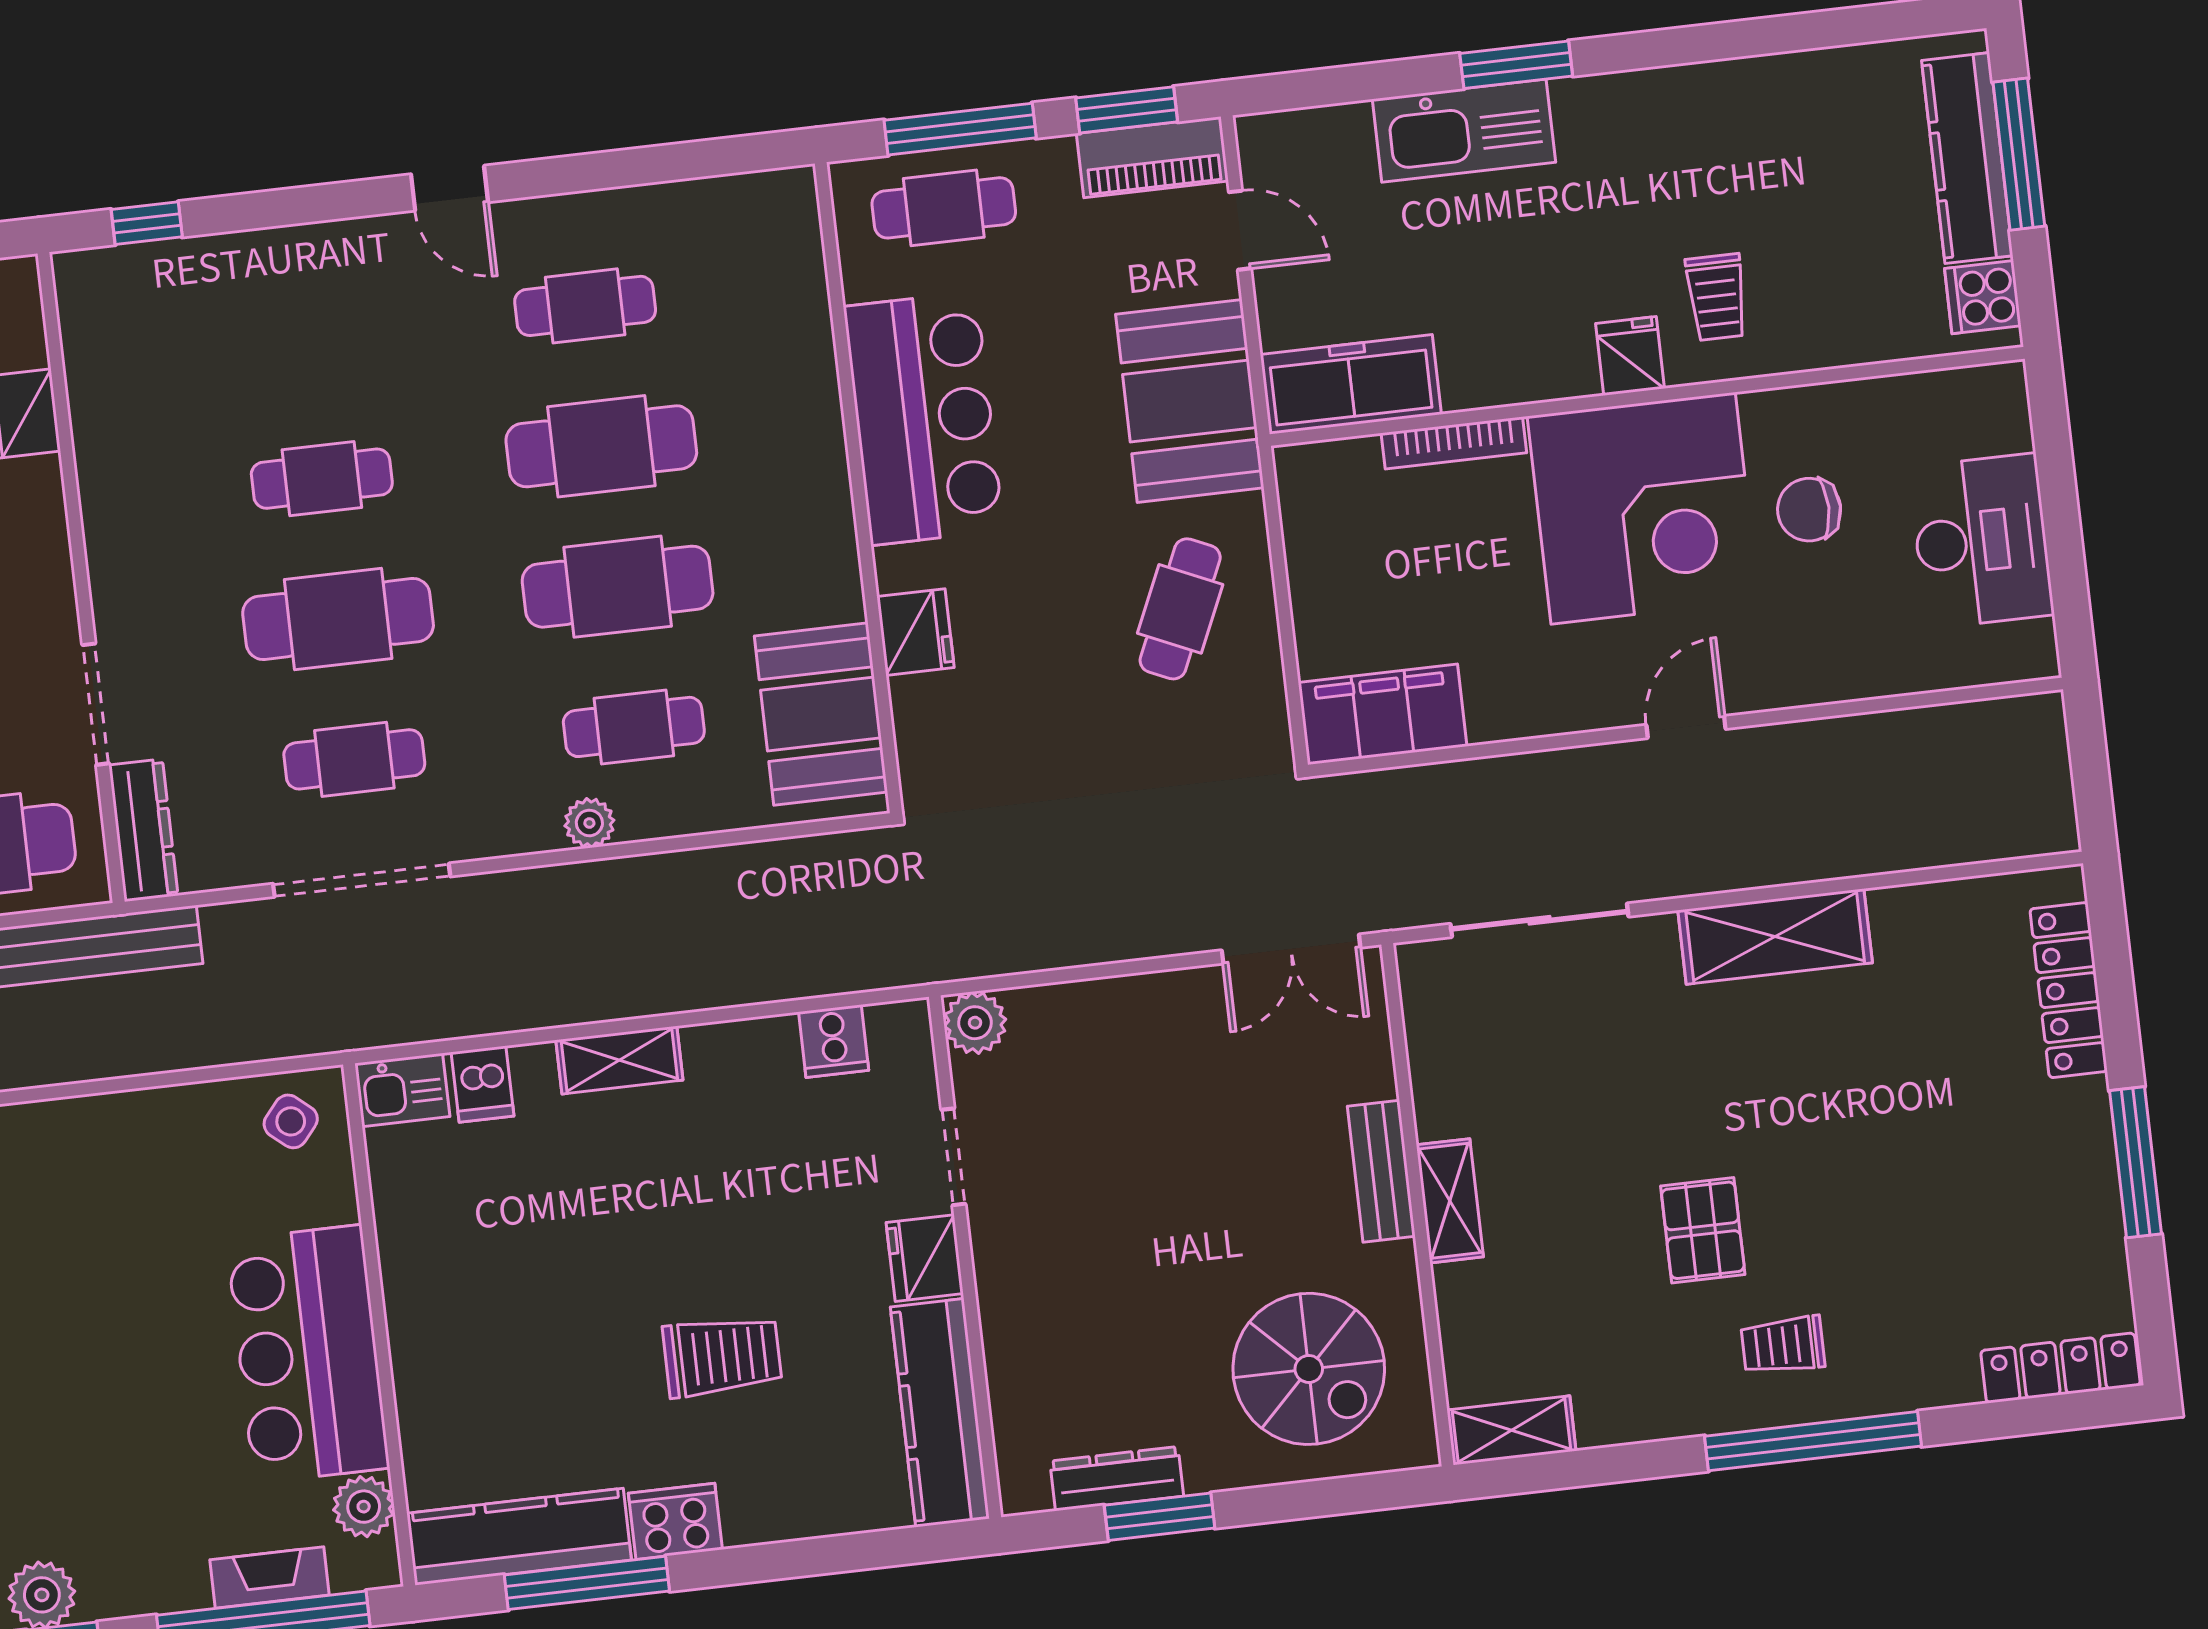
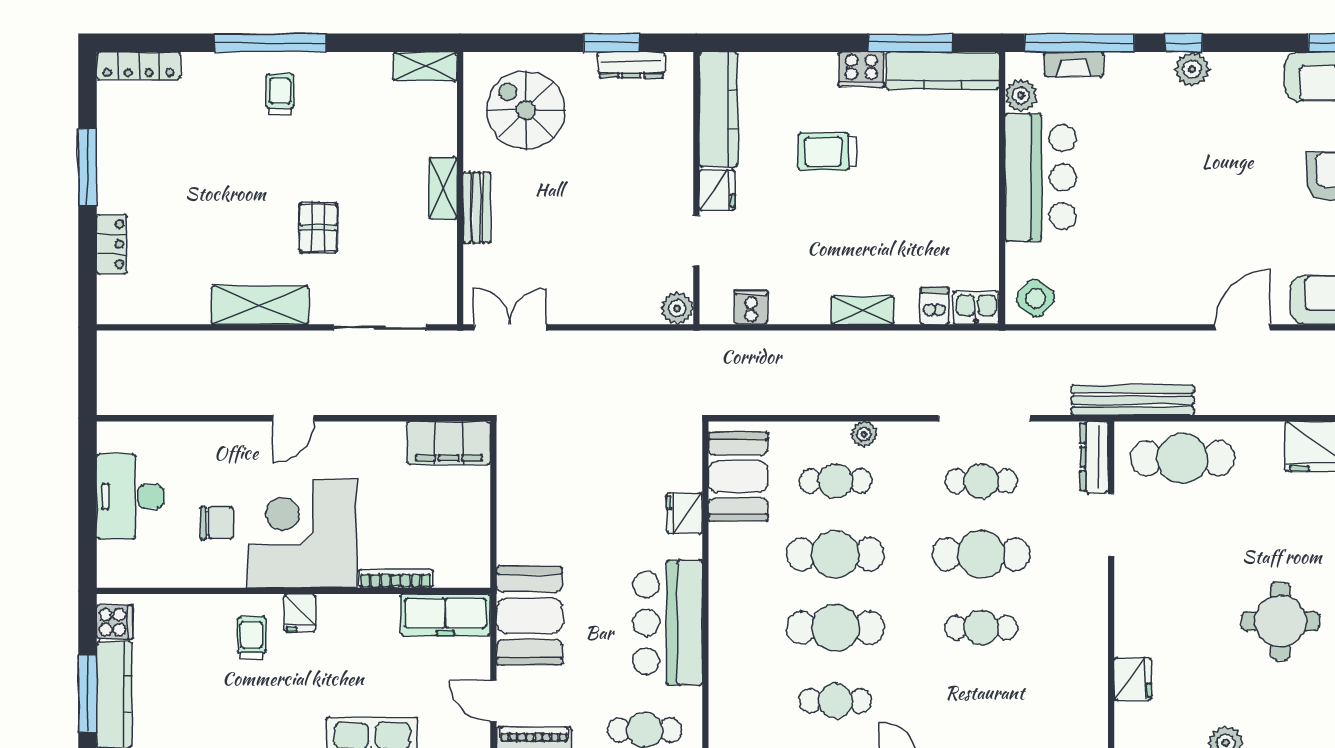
cafe table: (1180, 609) -> (547, 509), removed
locker: (2069, 990) -> (112, 244), width x0.66
side table: (291, 1121) -> (1036, 298), width x1.37, depth x1.37
pallet: (1703, 1230) -> (318, 228), moved
trolley: (1783, 1345) -> (280, 94), turned -90

